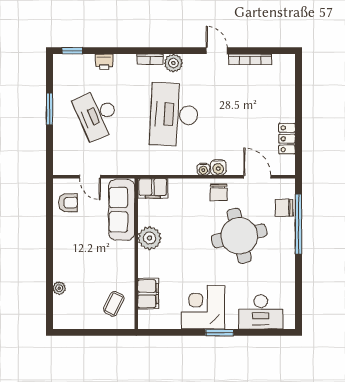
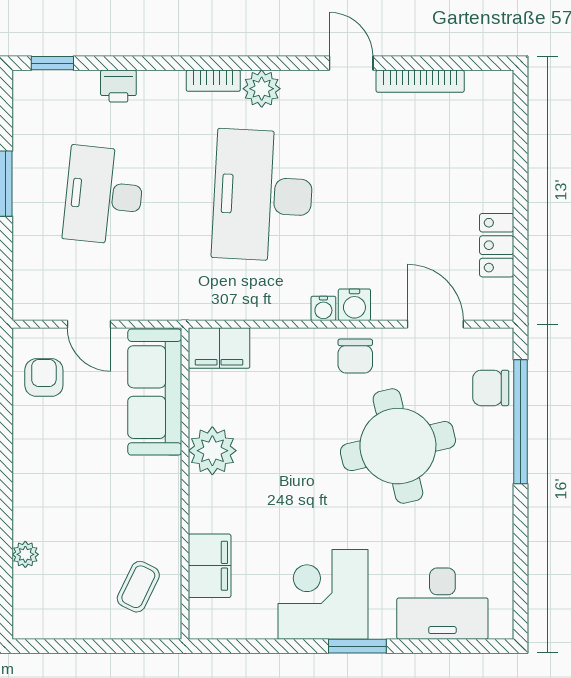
desk: (97, 115) -> (104, 195), turned 30
armchair: (68, 203) -> (44, 378), turned -90

